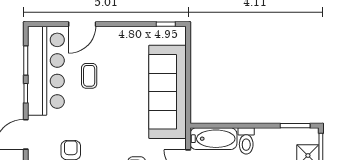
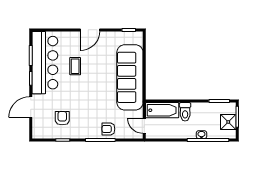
door: (82, 24) -> (90, 30), moved

